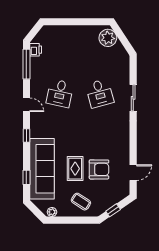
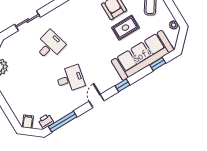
filing cabinet: (45, 34) -> (28, 122), added
sliding door: (133, 98) -> (28, 21), moved

